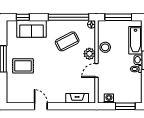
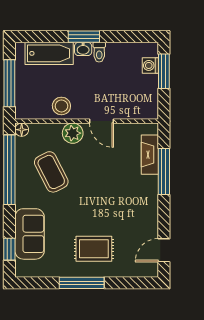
rug: (23, 66) -> (94, 249), turned 90
washing machine: (109, 98) -> (150, 65), moved
door: (41, 106) -> (164, 250), moved
window: (67, 106) -> (164, 172), added

